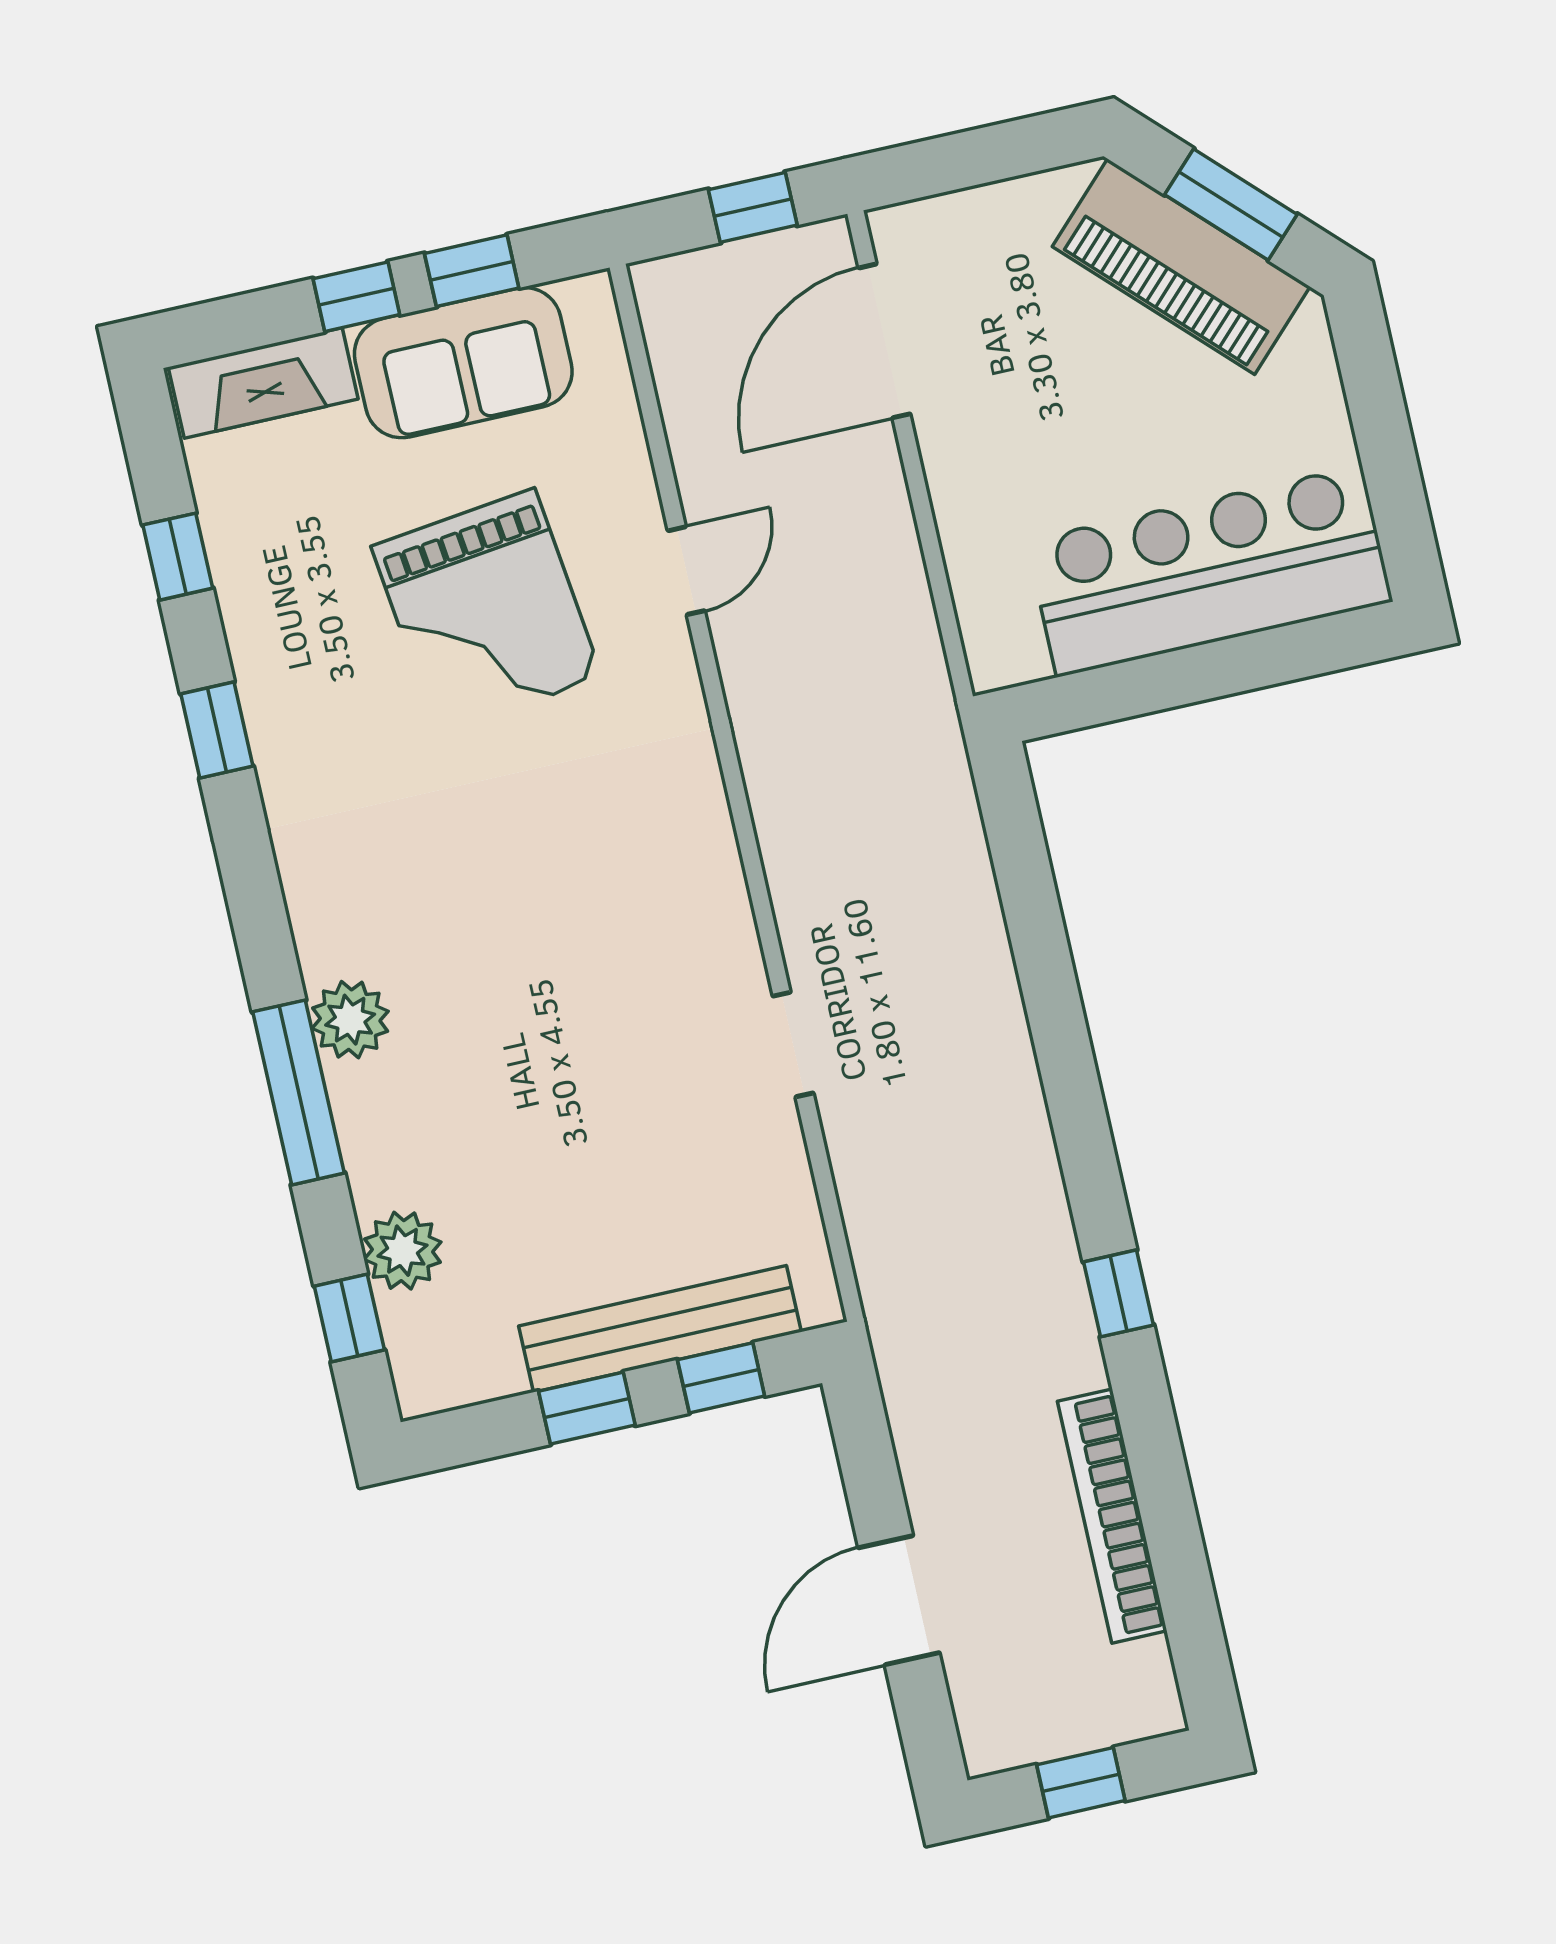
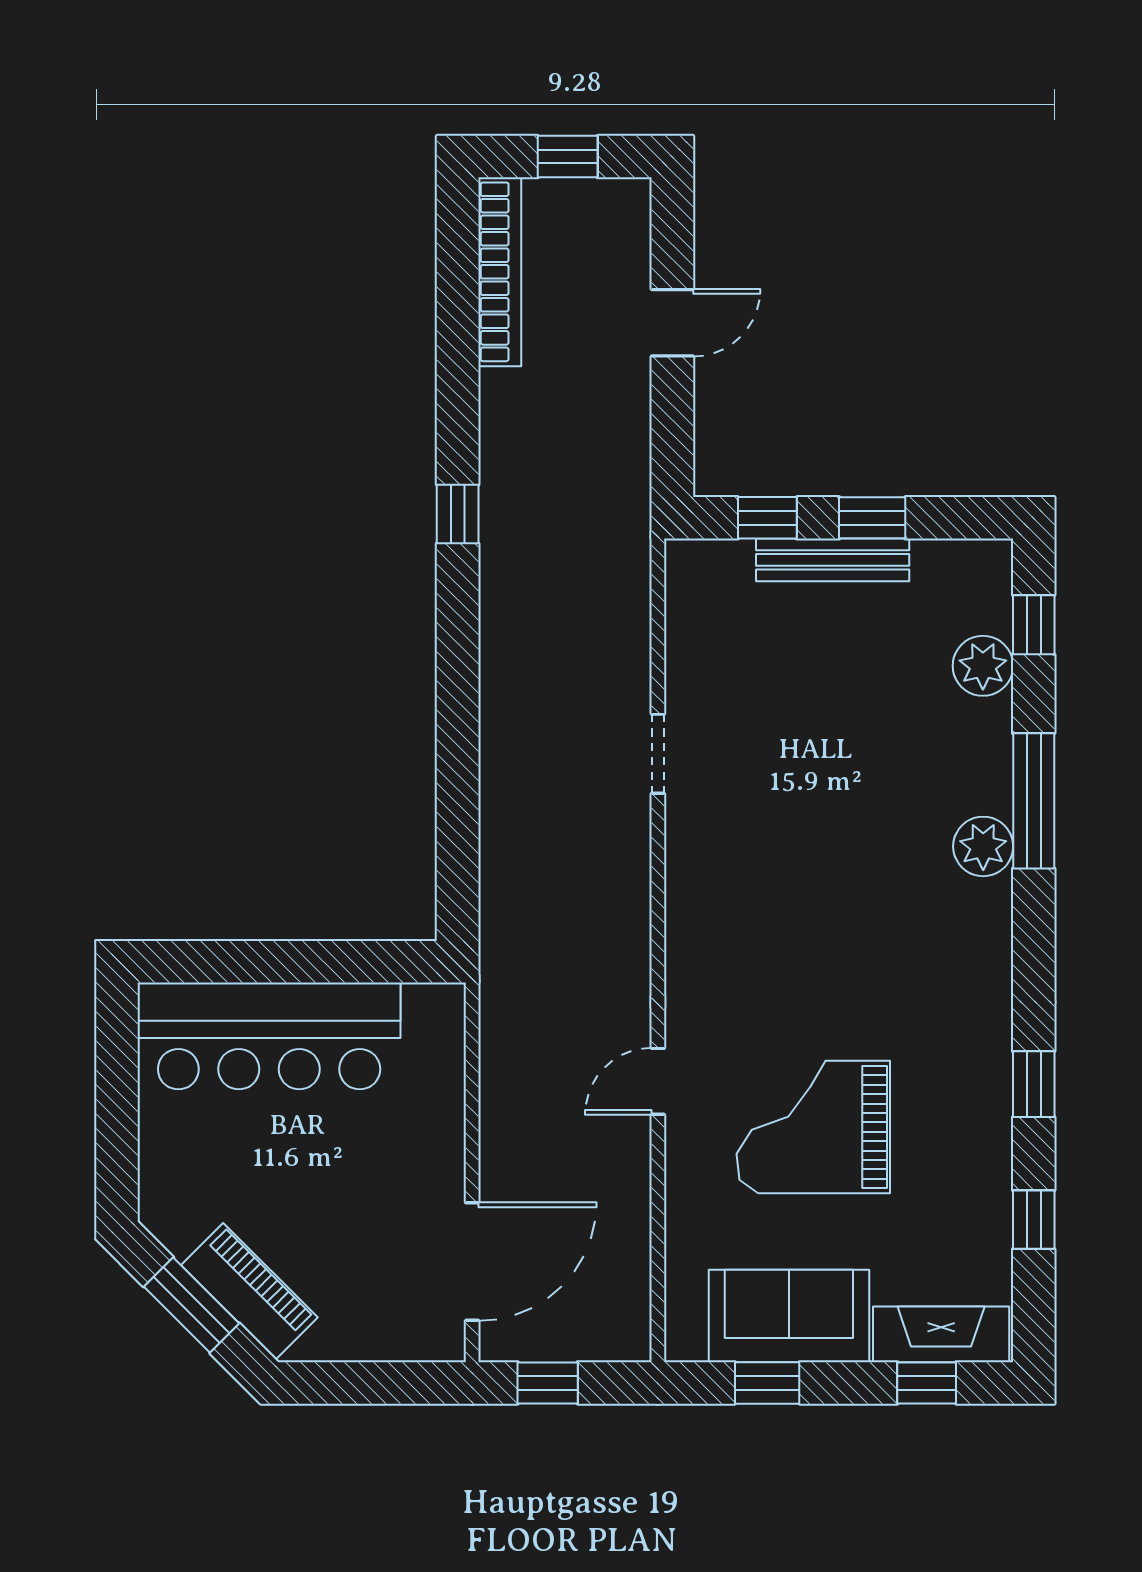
piano: (1181, 267) -> (249, 1291), width x0.73, depth x0.75
window: (356, 297) -> (927, 1383), moved
door: (686, 571) -> (658, 1081), moved
grand piano: (487, 612) -> (813, 1127), turned -83
bench: (660, 1329) -> (833, 560), width x0.73, depth x0.82
bookcase: (1112, 1516) -> (500, 272), moved
door: (899, 1600) -> (672, 323), width x0.73

